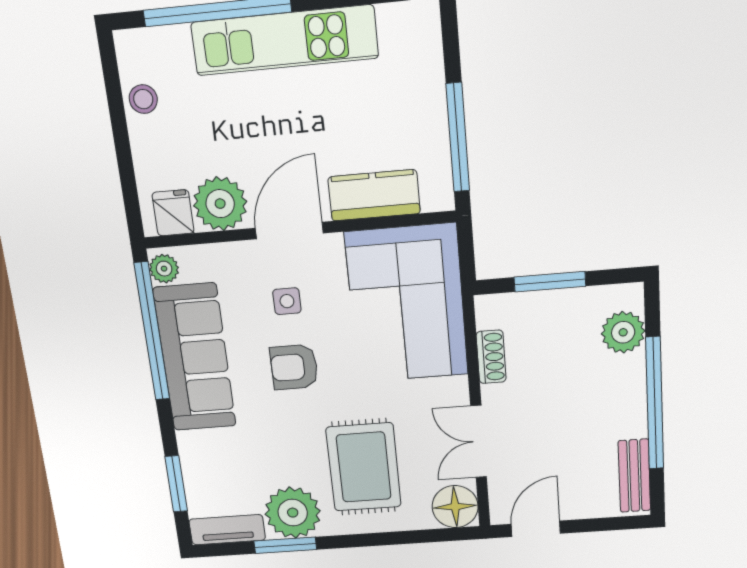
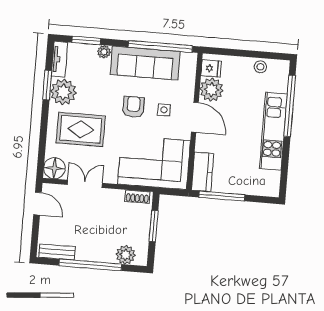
kitchen counter: (374, 195) -> (203, 172), moved
plant: (164, 269) -> (104, 52), moved
shoe rack: (491, 357) -> (137, 197), moved

